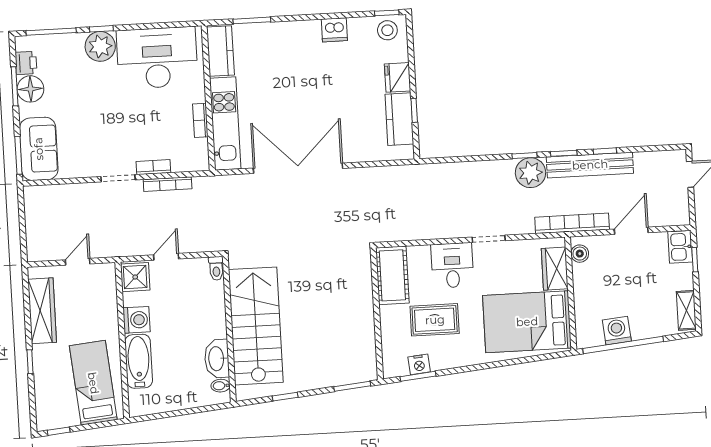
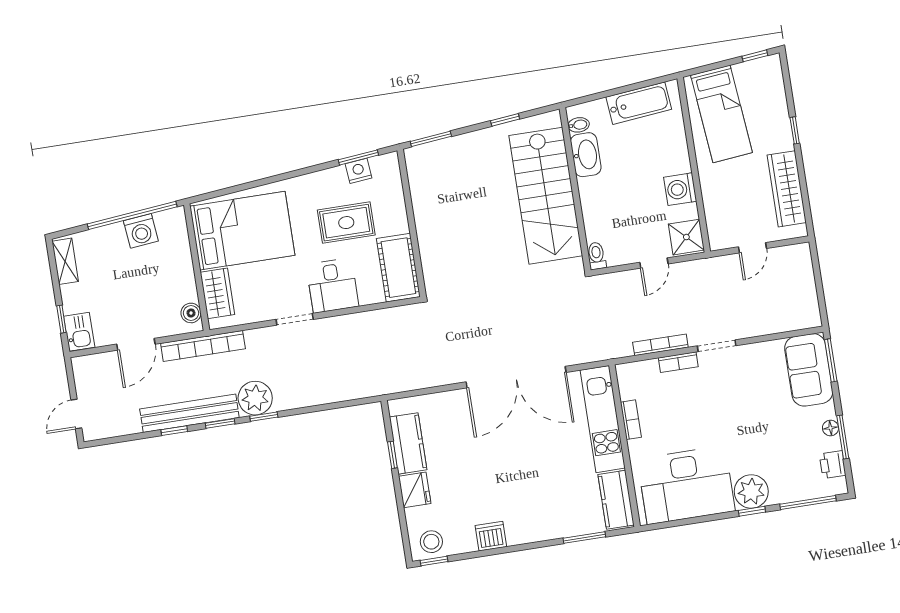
floor lamp: (30, 89) -> (831, 428), width x0.53, depth x0.53
bathtub: (139, 361) -> (639, 103), moved, turned -95

